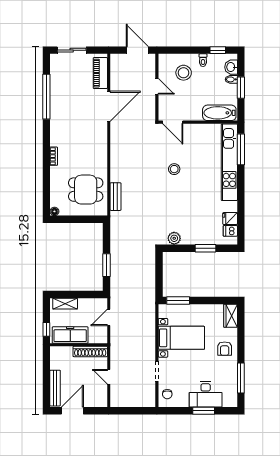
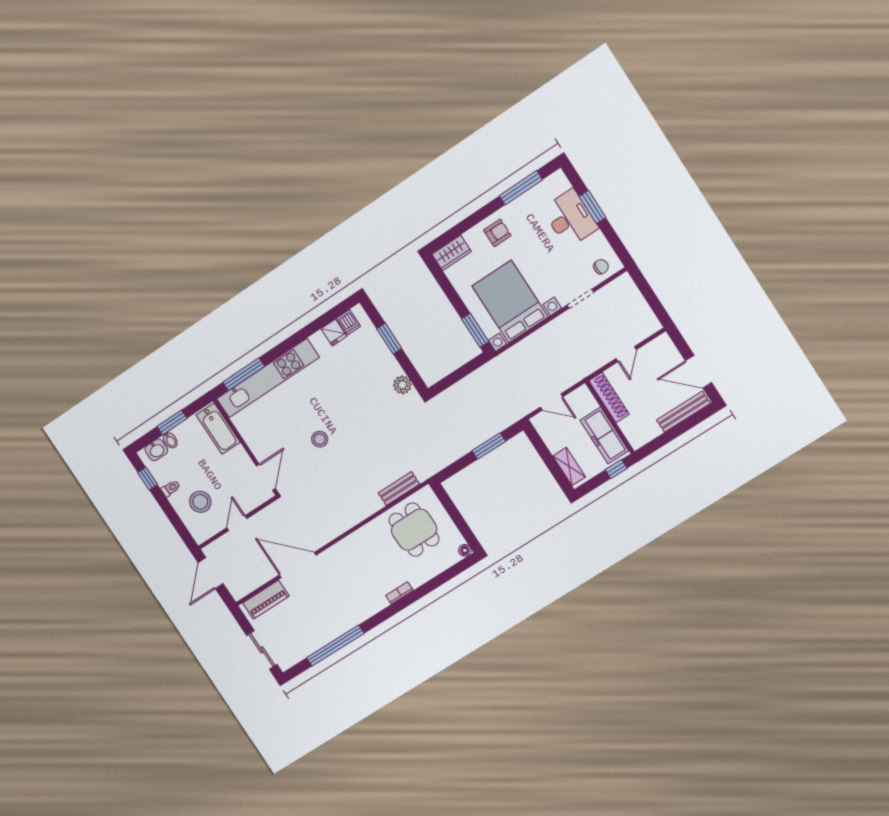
bed with nightstands: (181, 338) -> (510, 301), width x1.36

